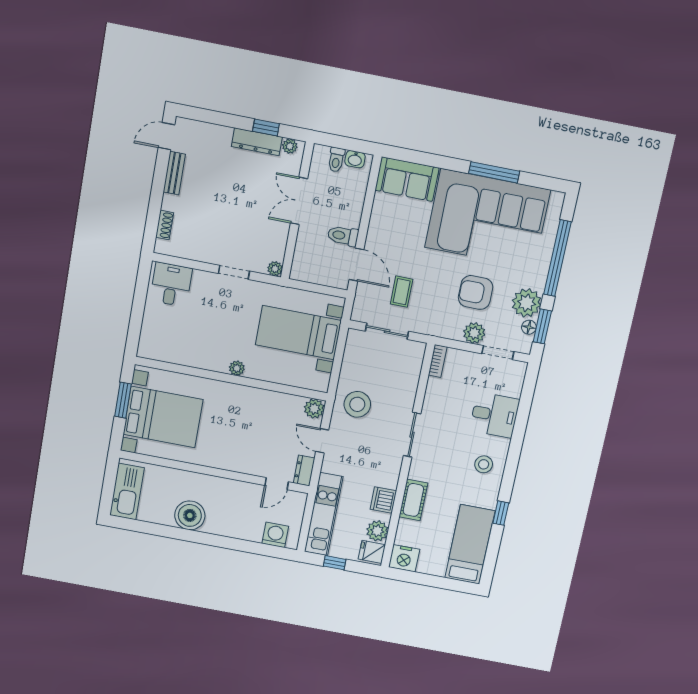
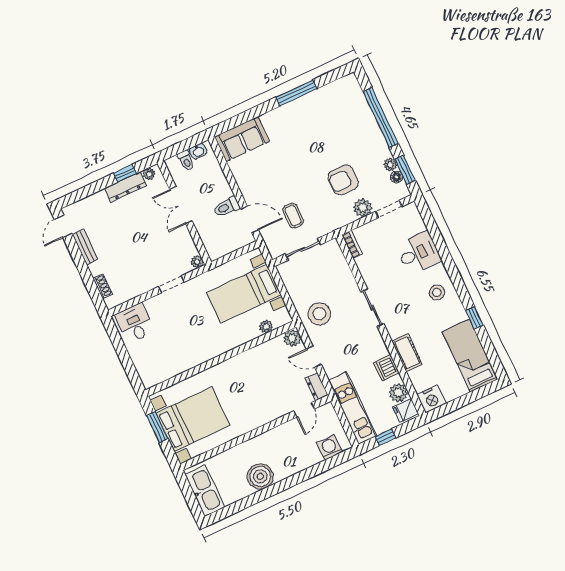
corner sofa: (488, 219) -> (315, 126), removed
plant: (527, 303) -> (390, 165), width x0.53, depth x0.53
plant: (237, 368) -> (266, 327), moved

